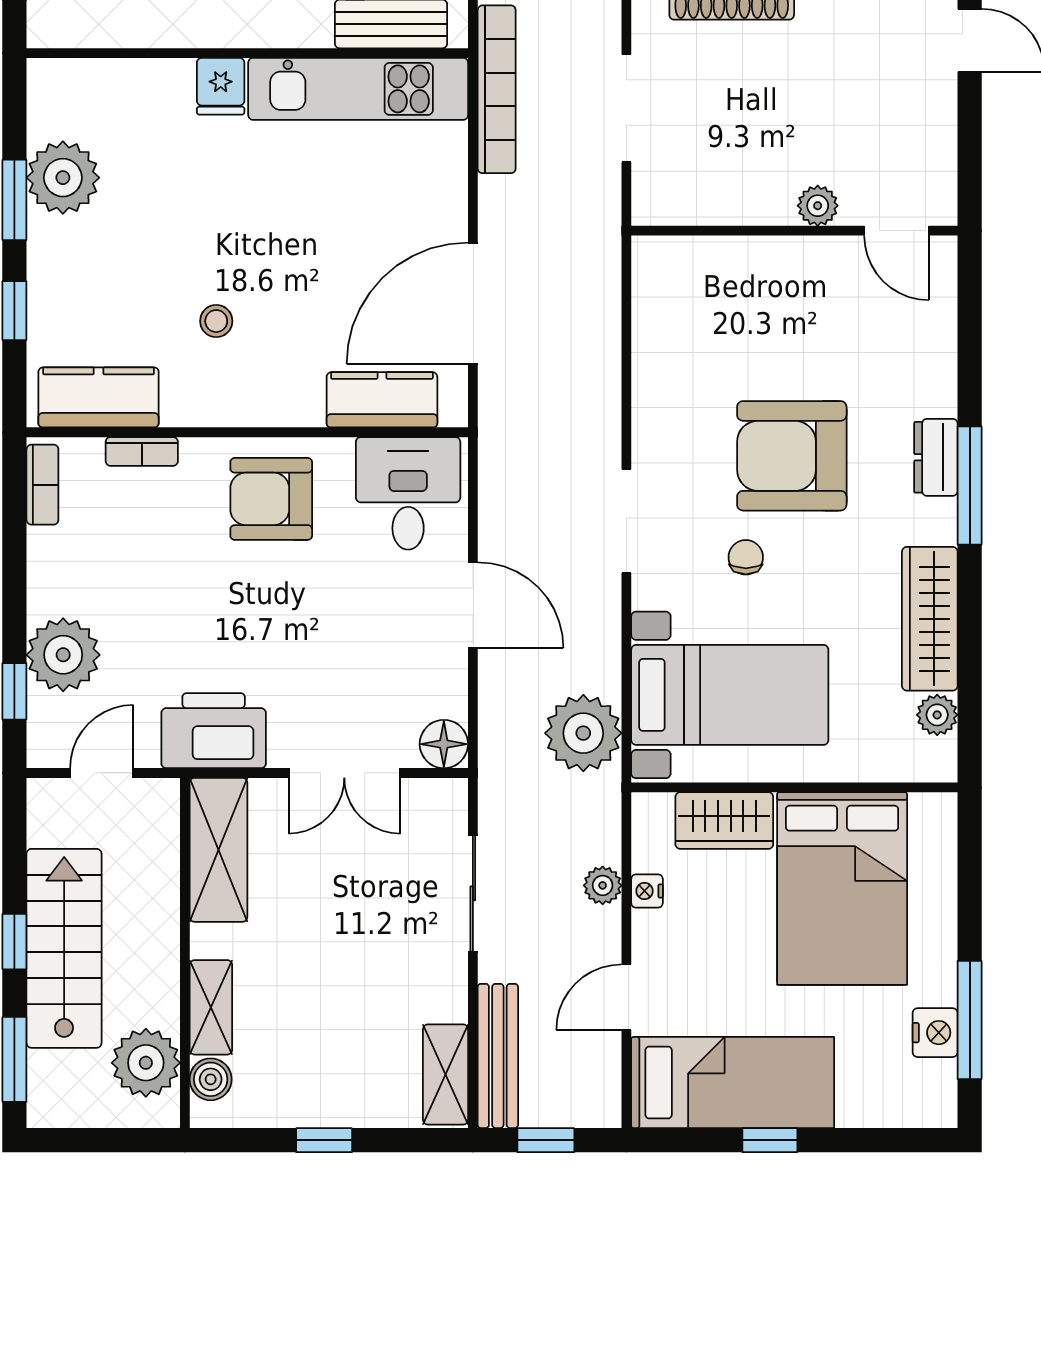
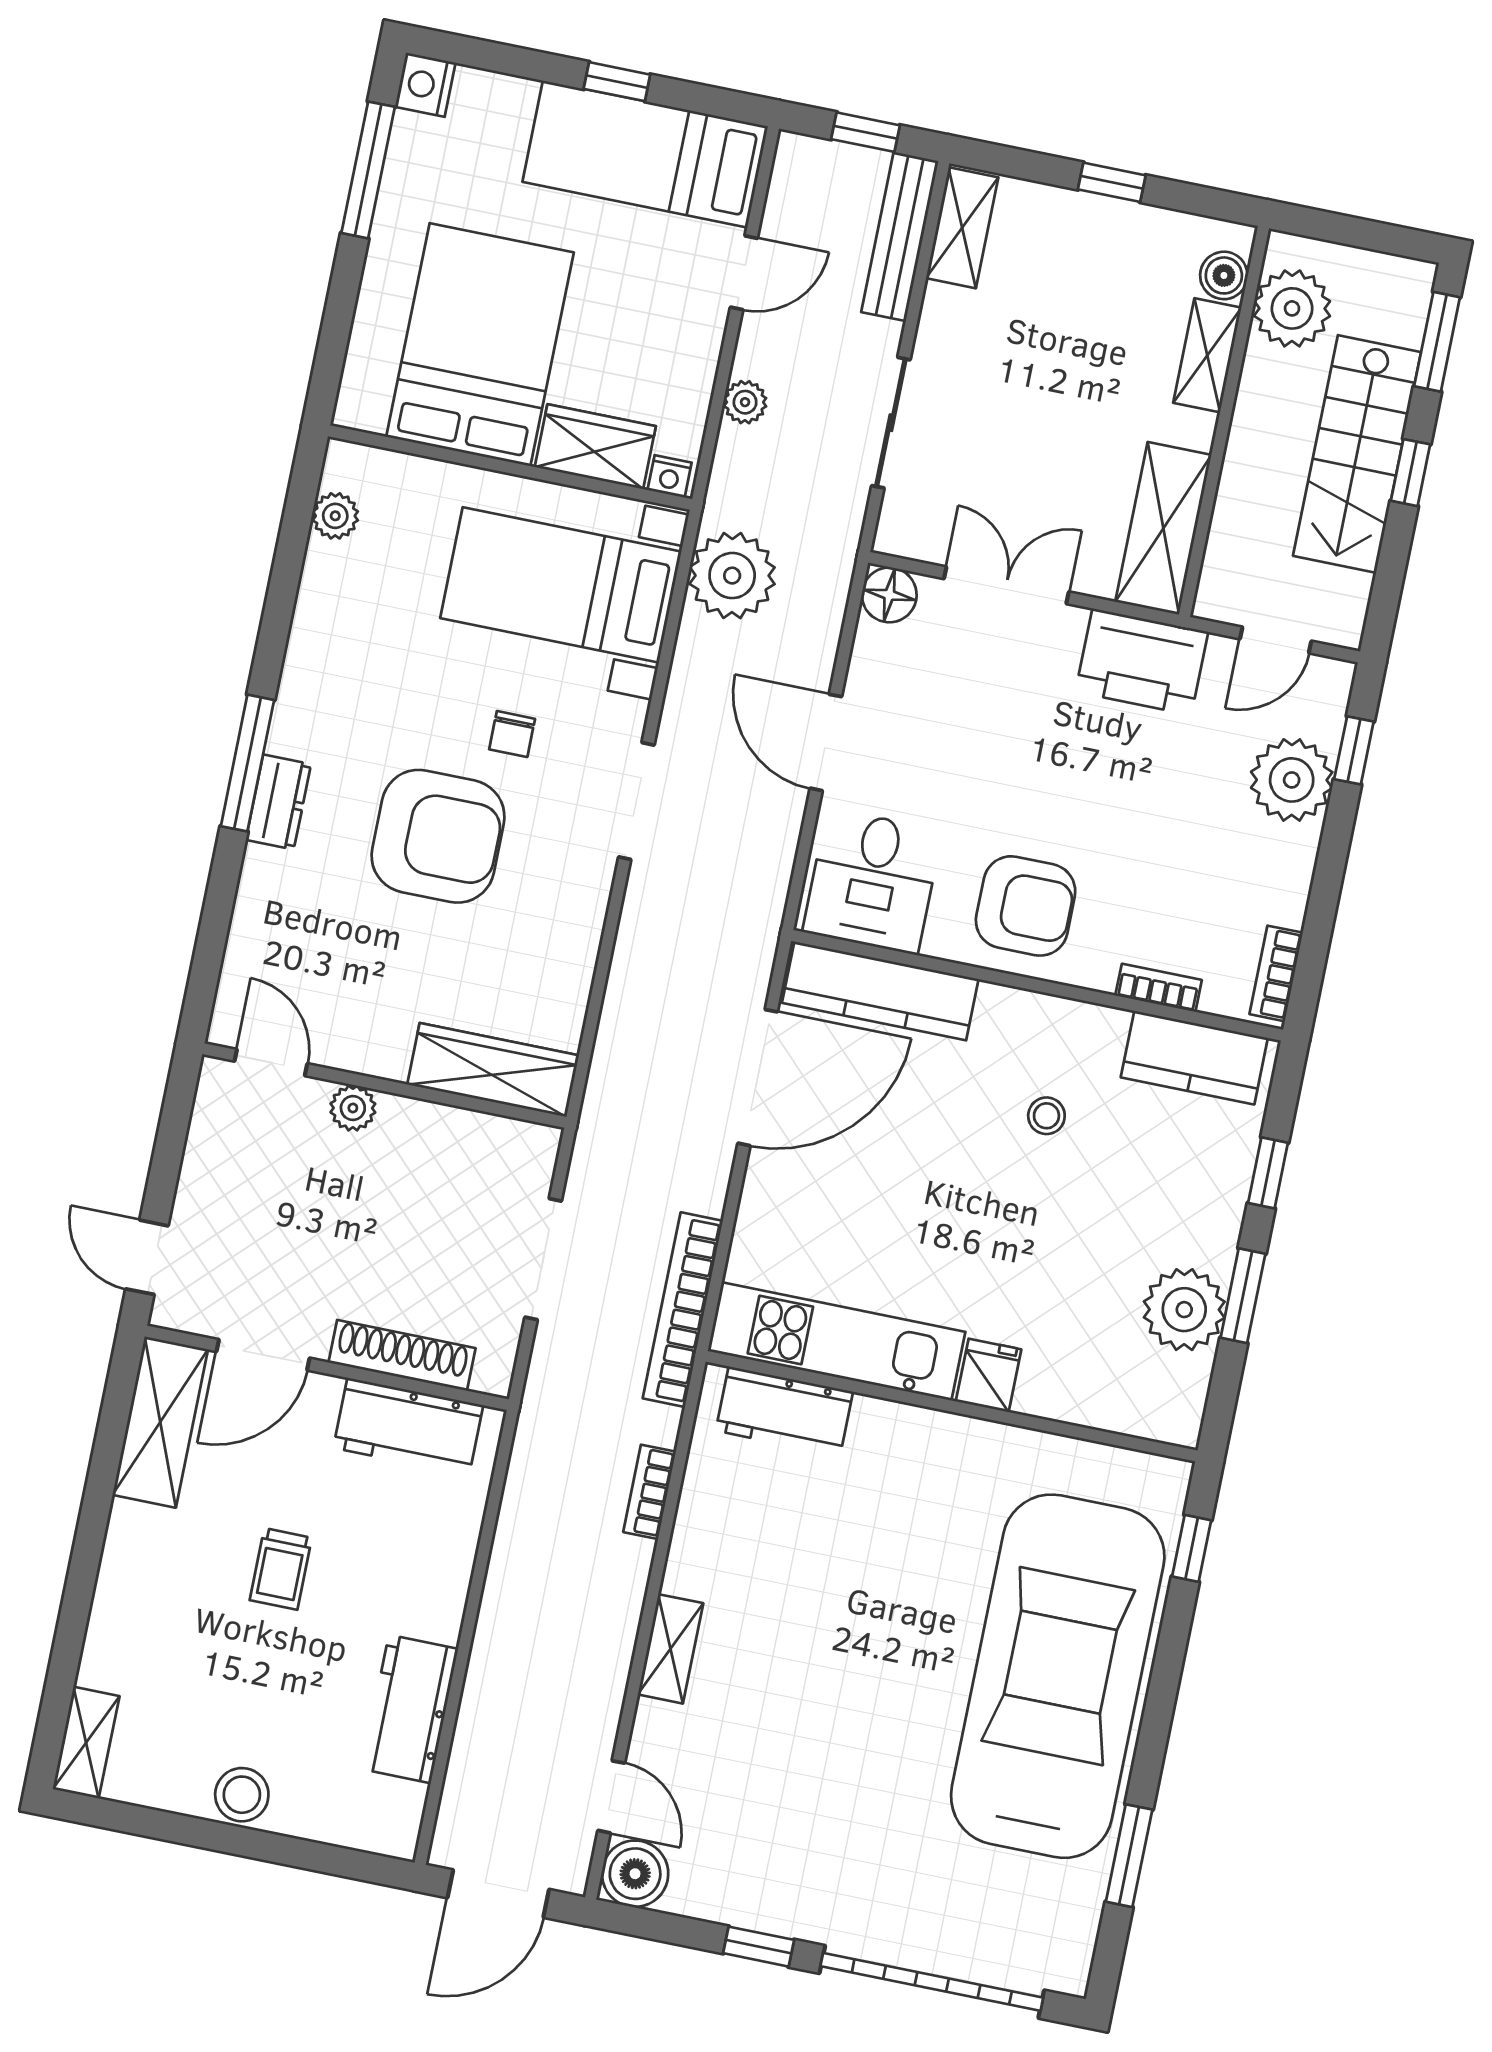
kitchen counter: (382, 400) -> (880, 991), width x1.50
wardrobe: (930, 619) -> (493, 1070), moved, turned -90
nightstand: (647, 891) -> (670, 476), moved, turned 90
nightstand: (935, 1033) -> (425, 85), moved

